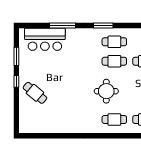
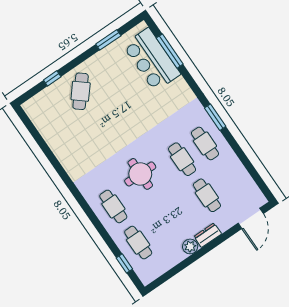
window: (63, 26) -> (170, 51), moved
window: (16, 81) -> (52, 78), moved

